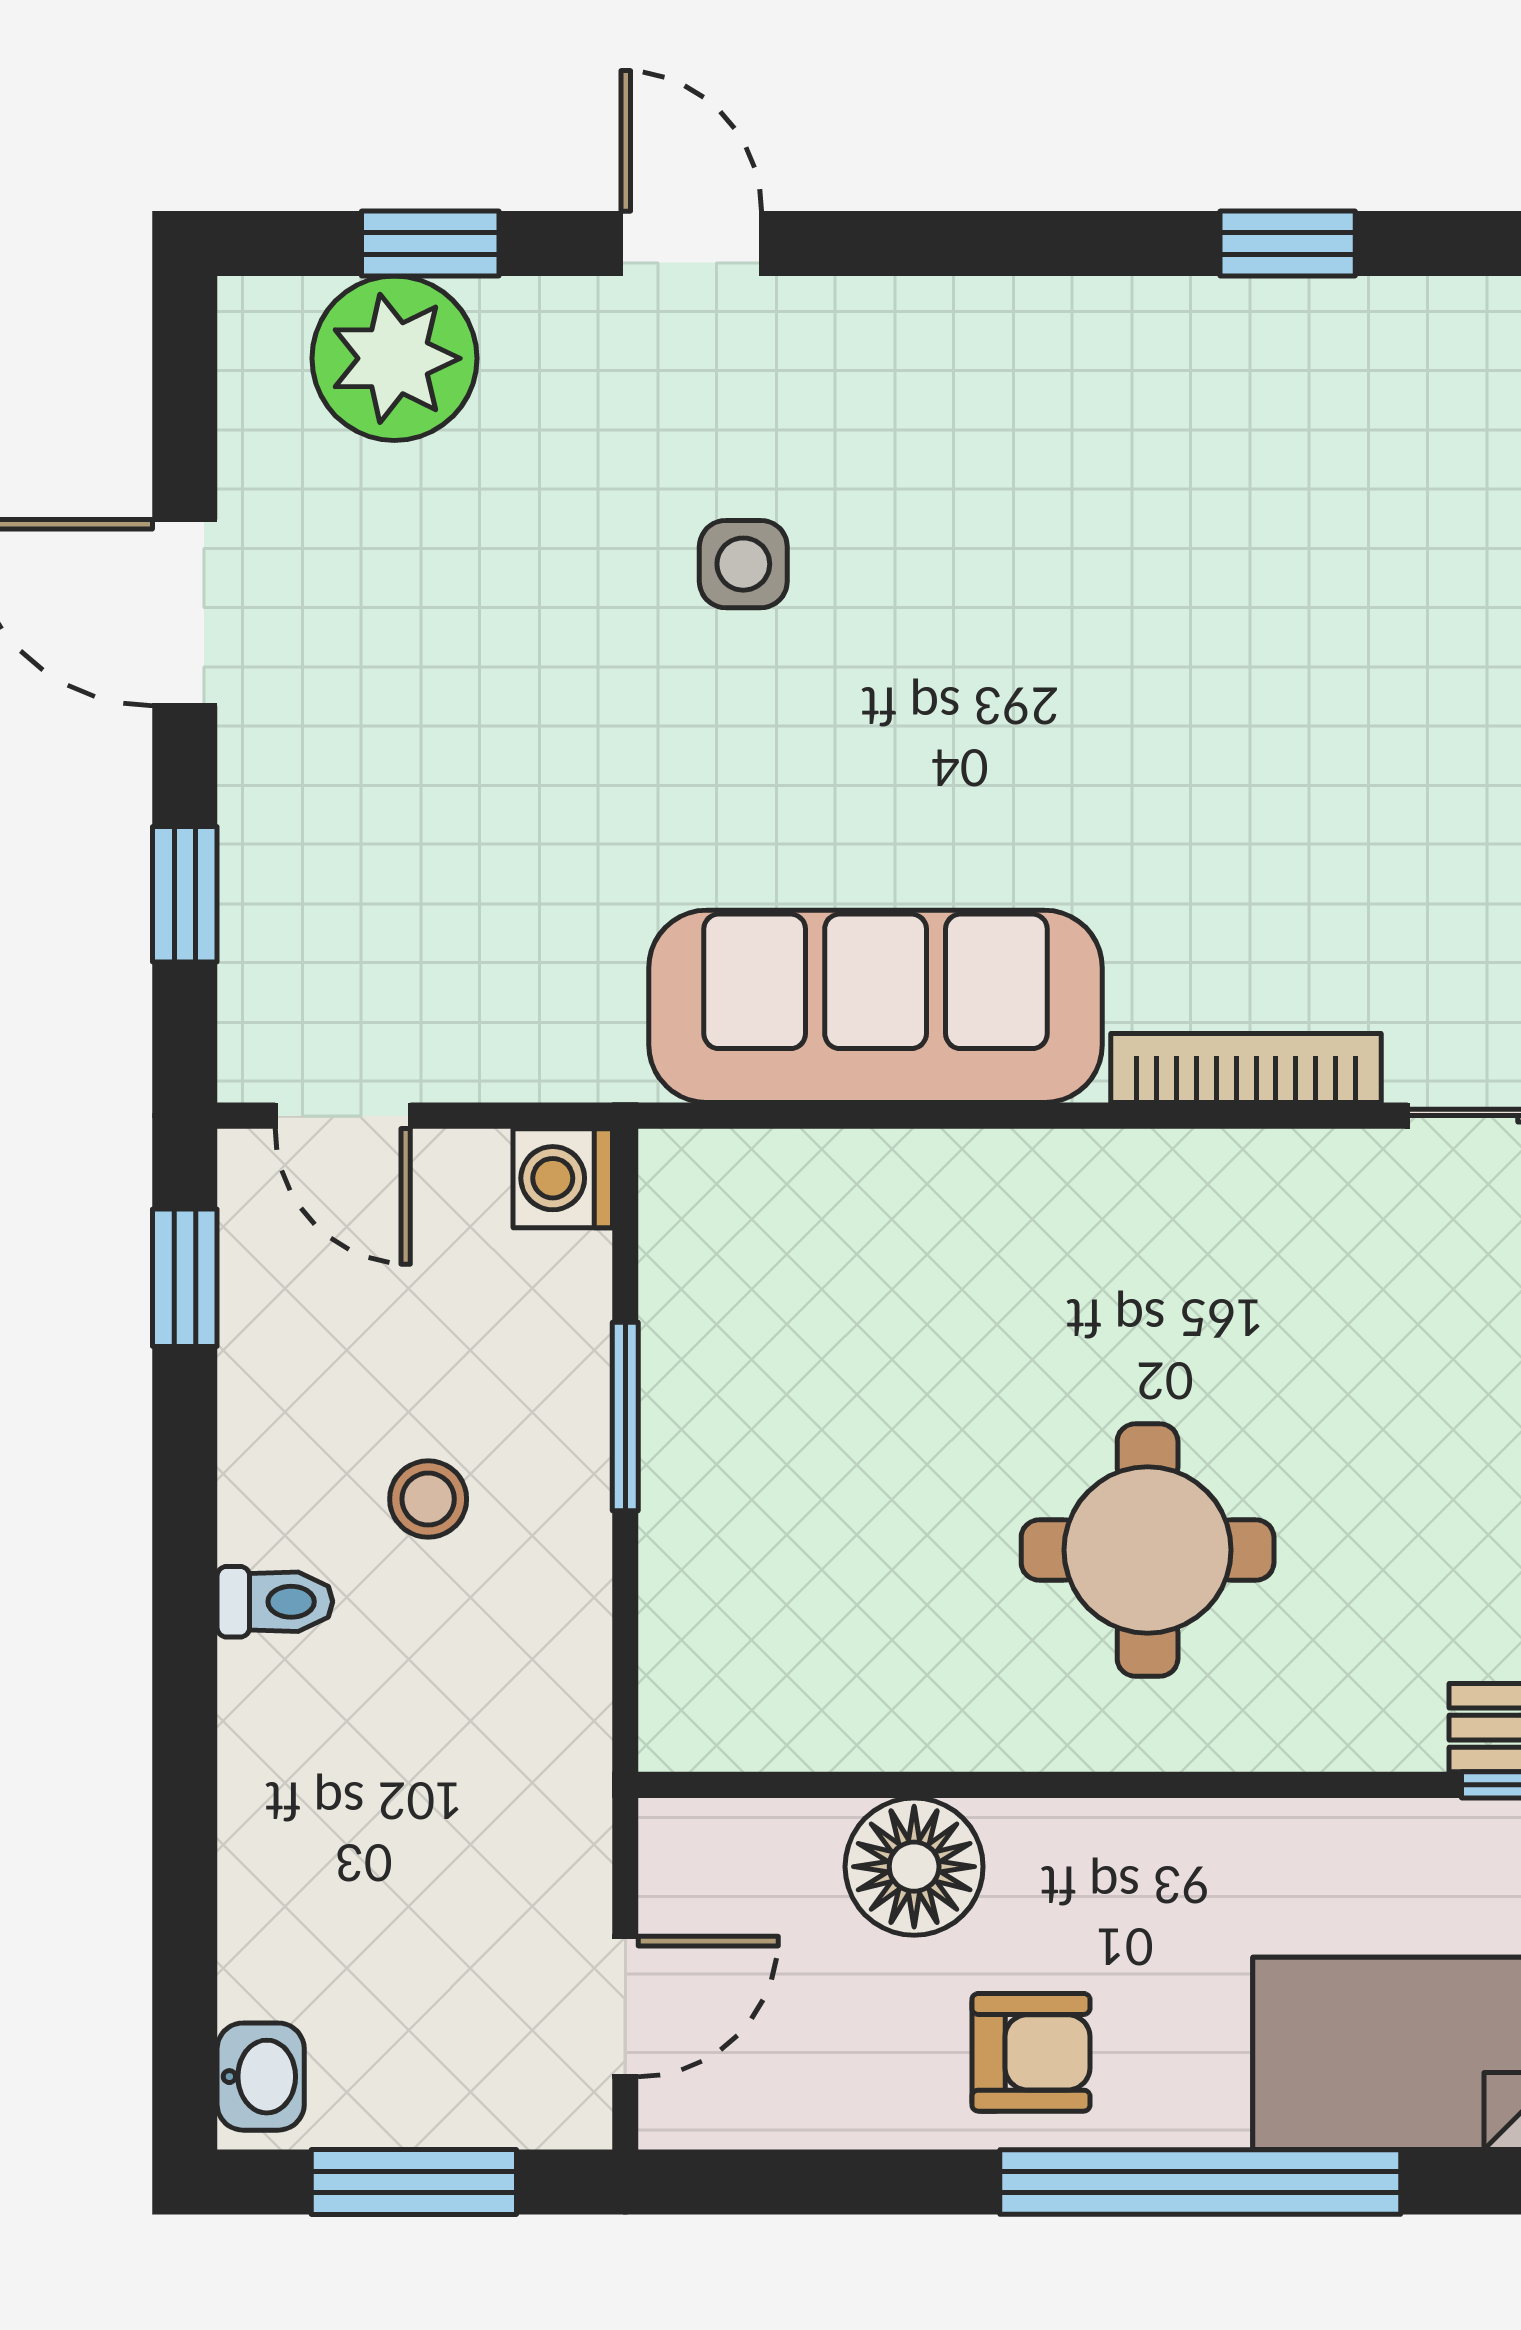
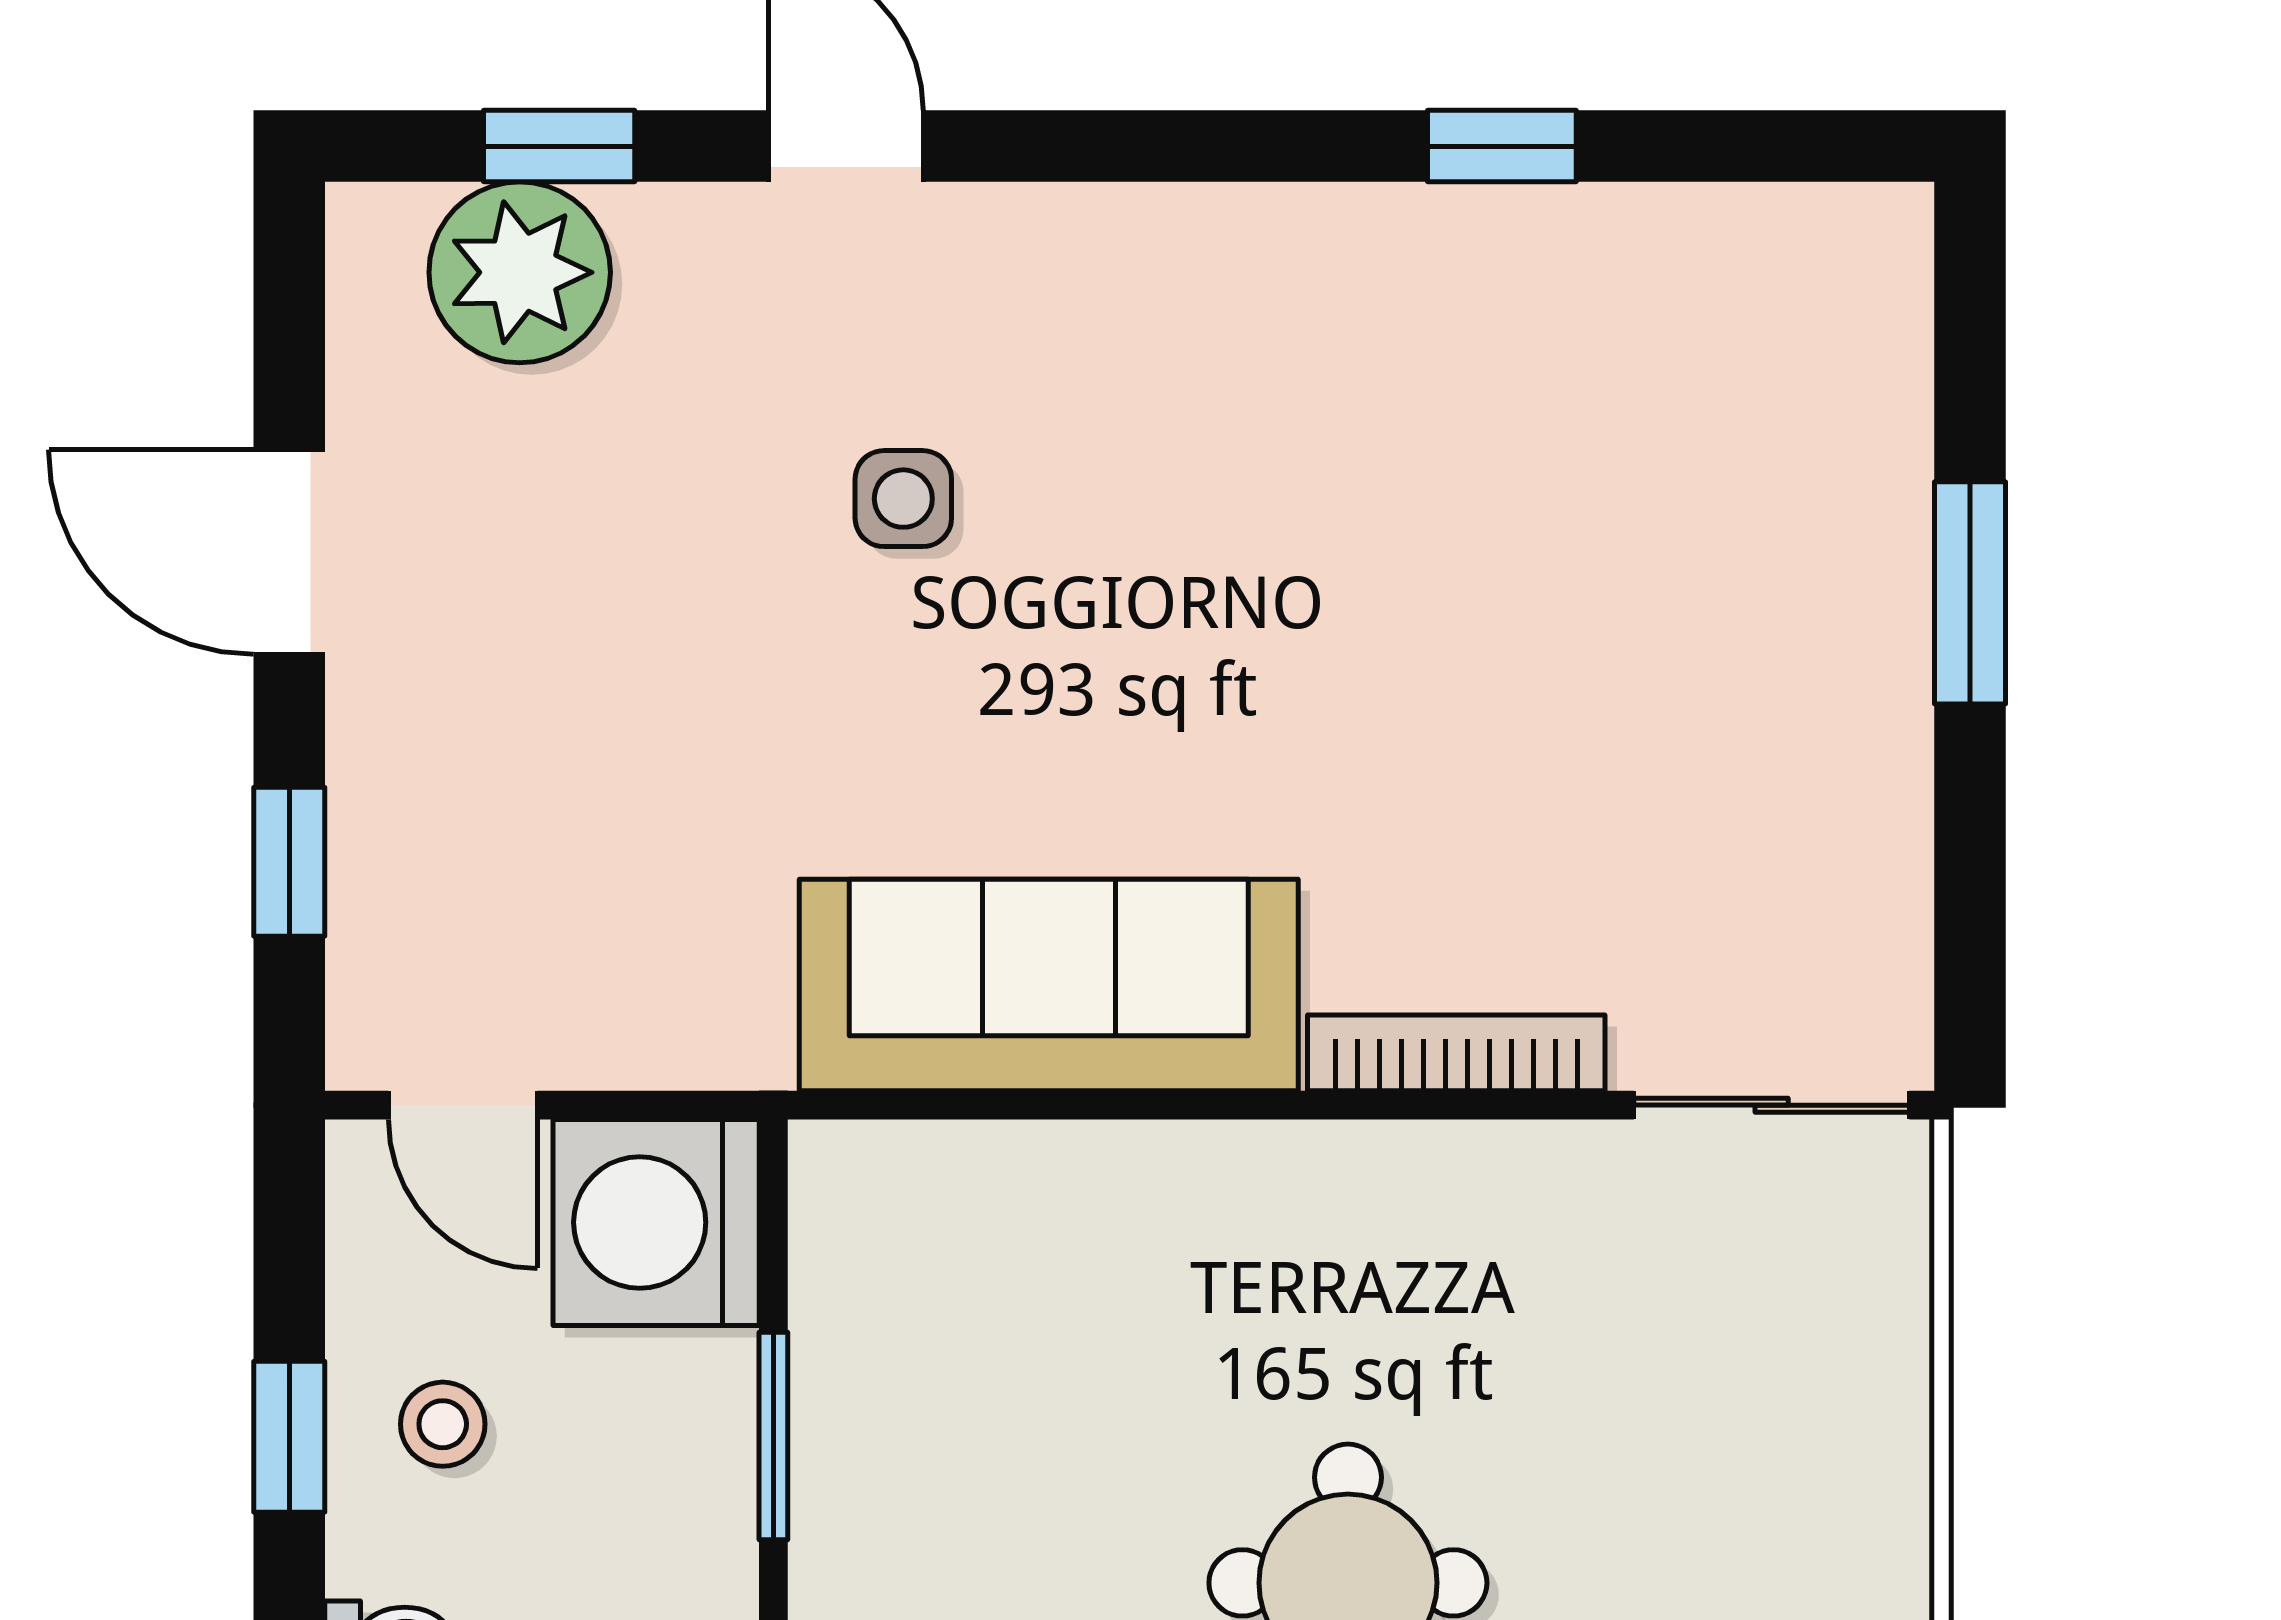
washing machine: (563, 1178) -> (656, 1222), width x1.89, depth x1.89
window: (185, 1278) -> (289, 1437), moved
stool: (428, 1499) -> (443, 1424), moved

